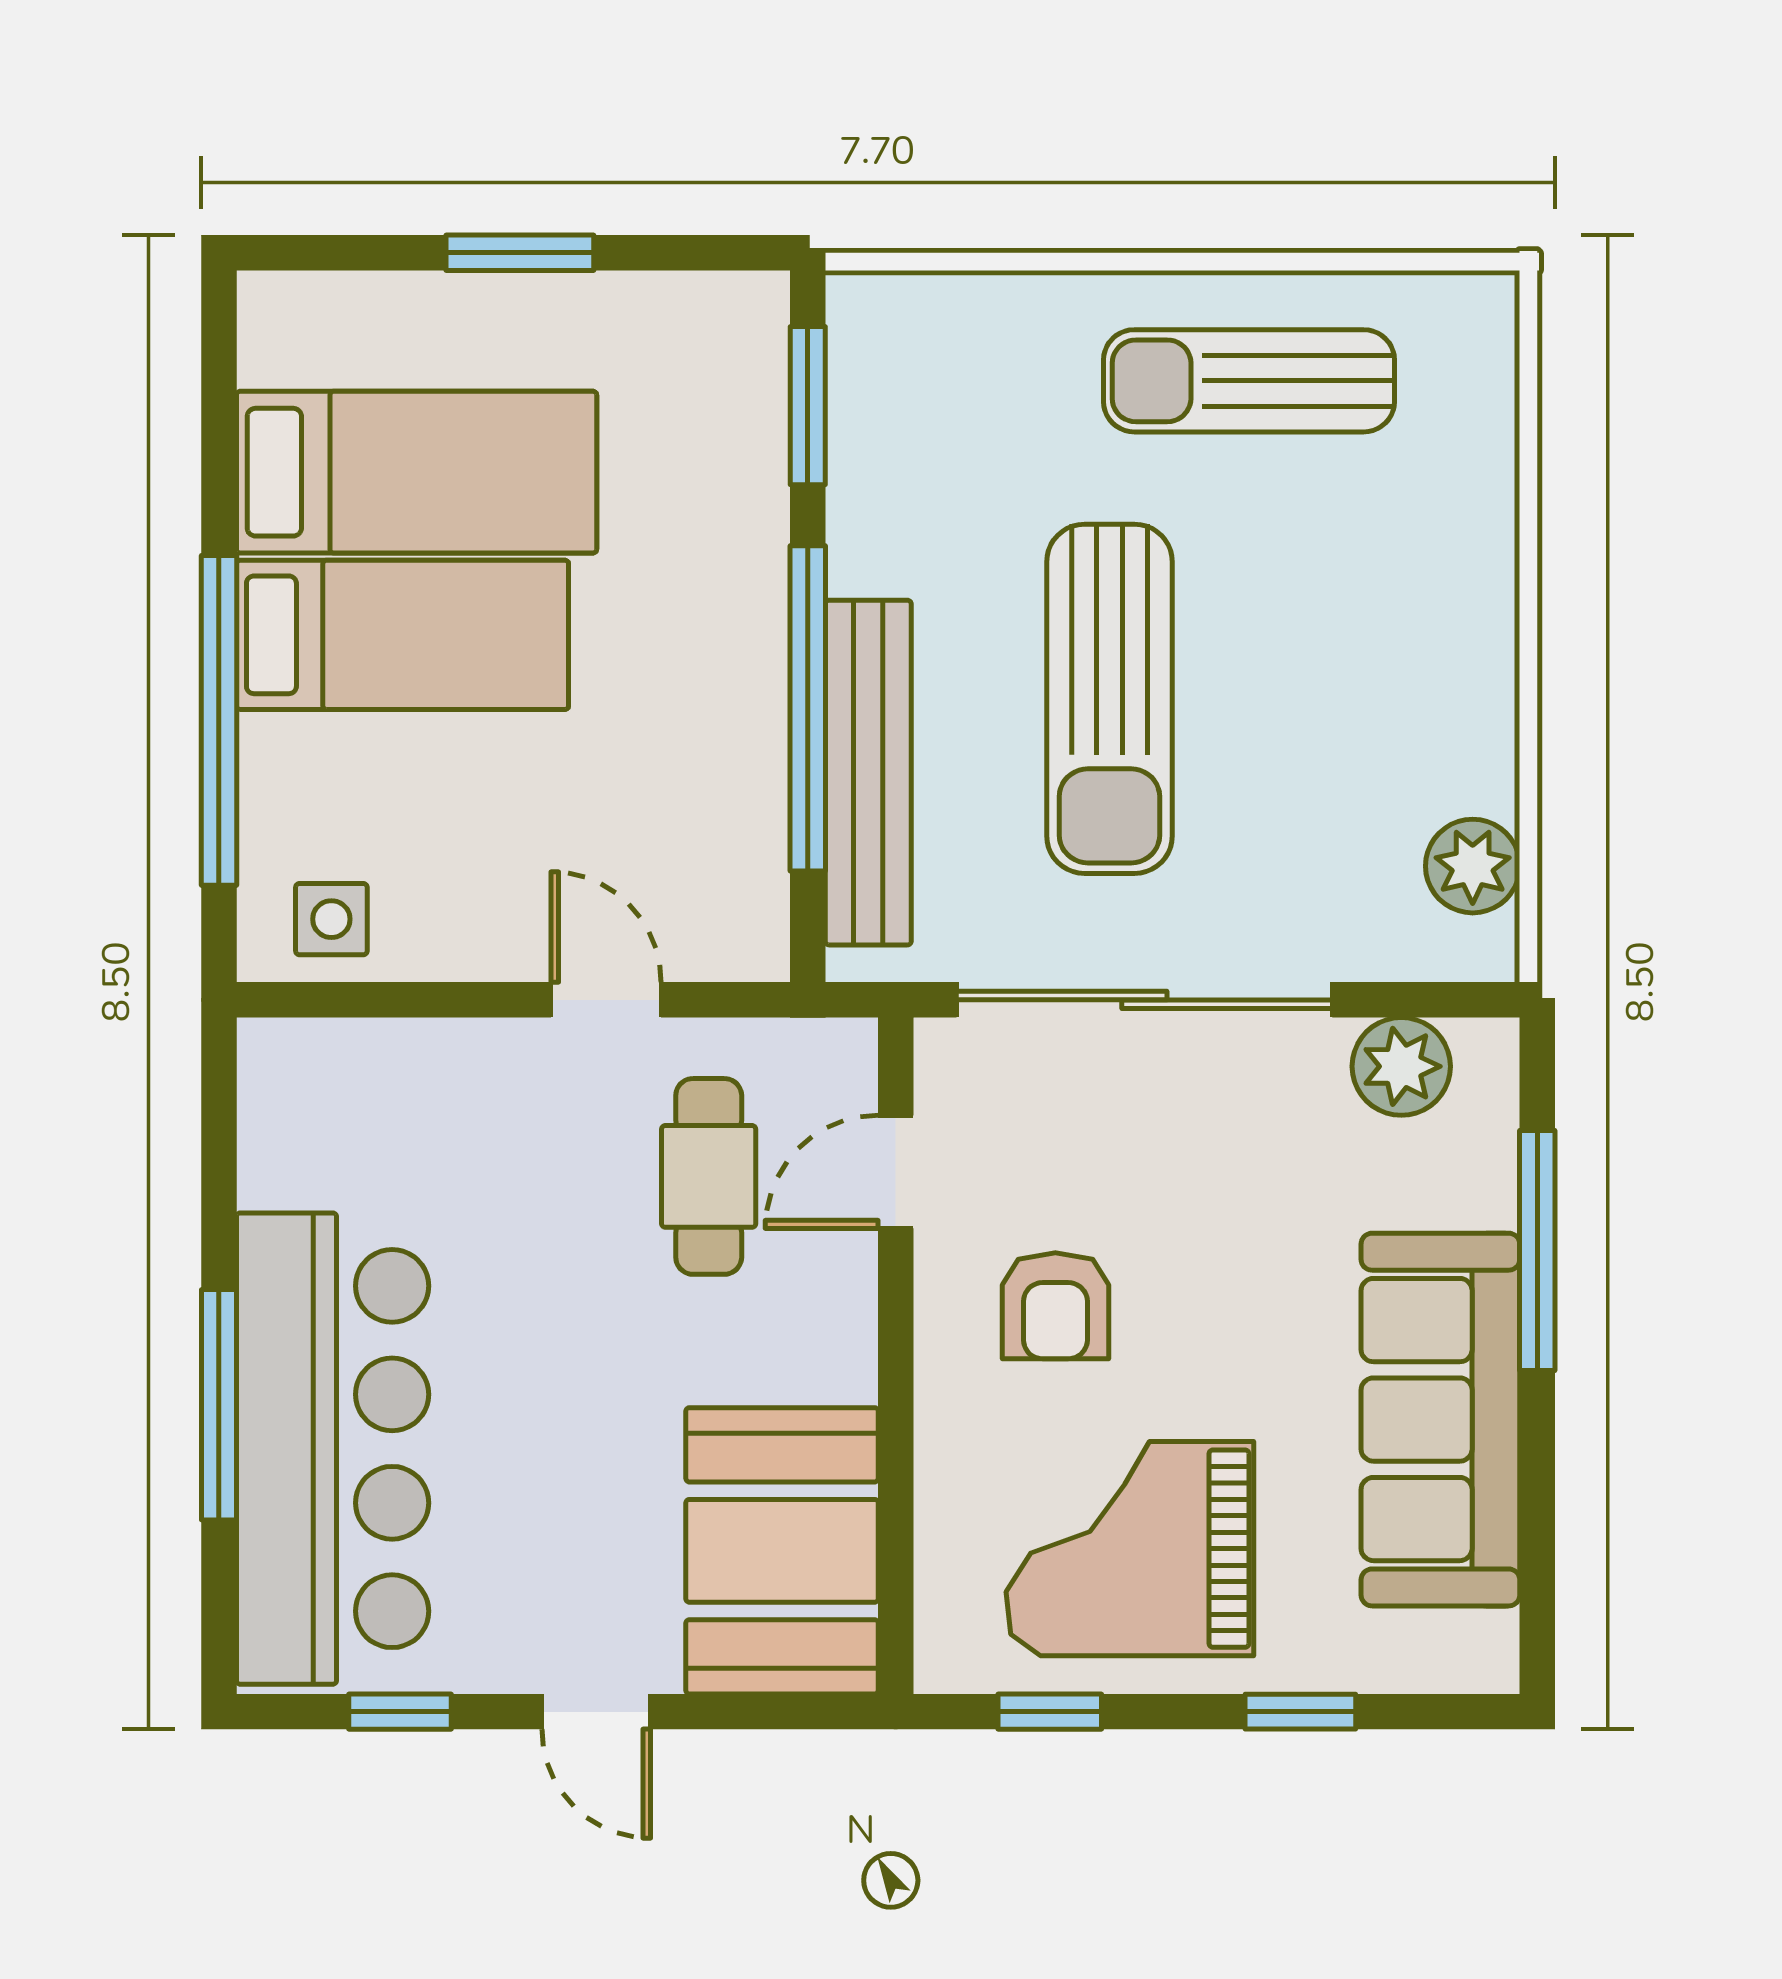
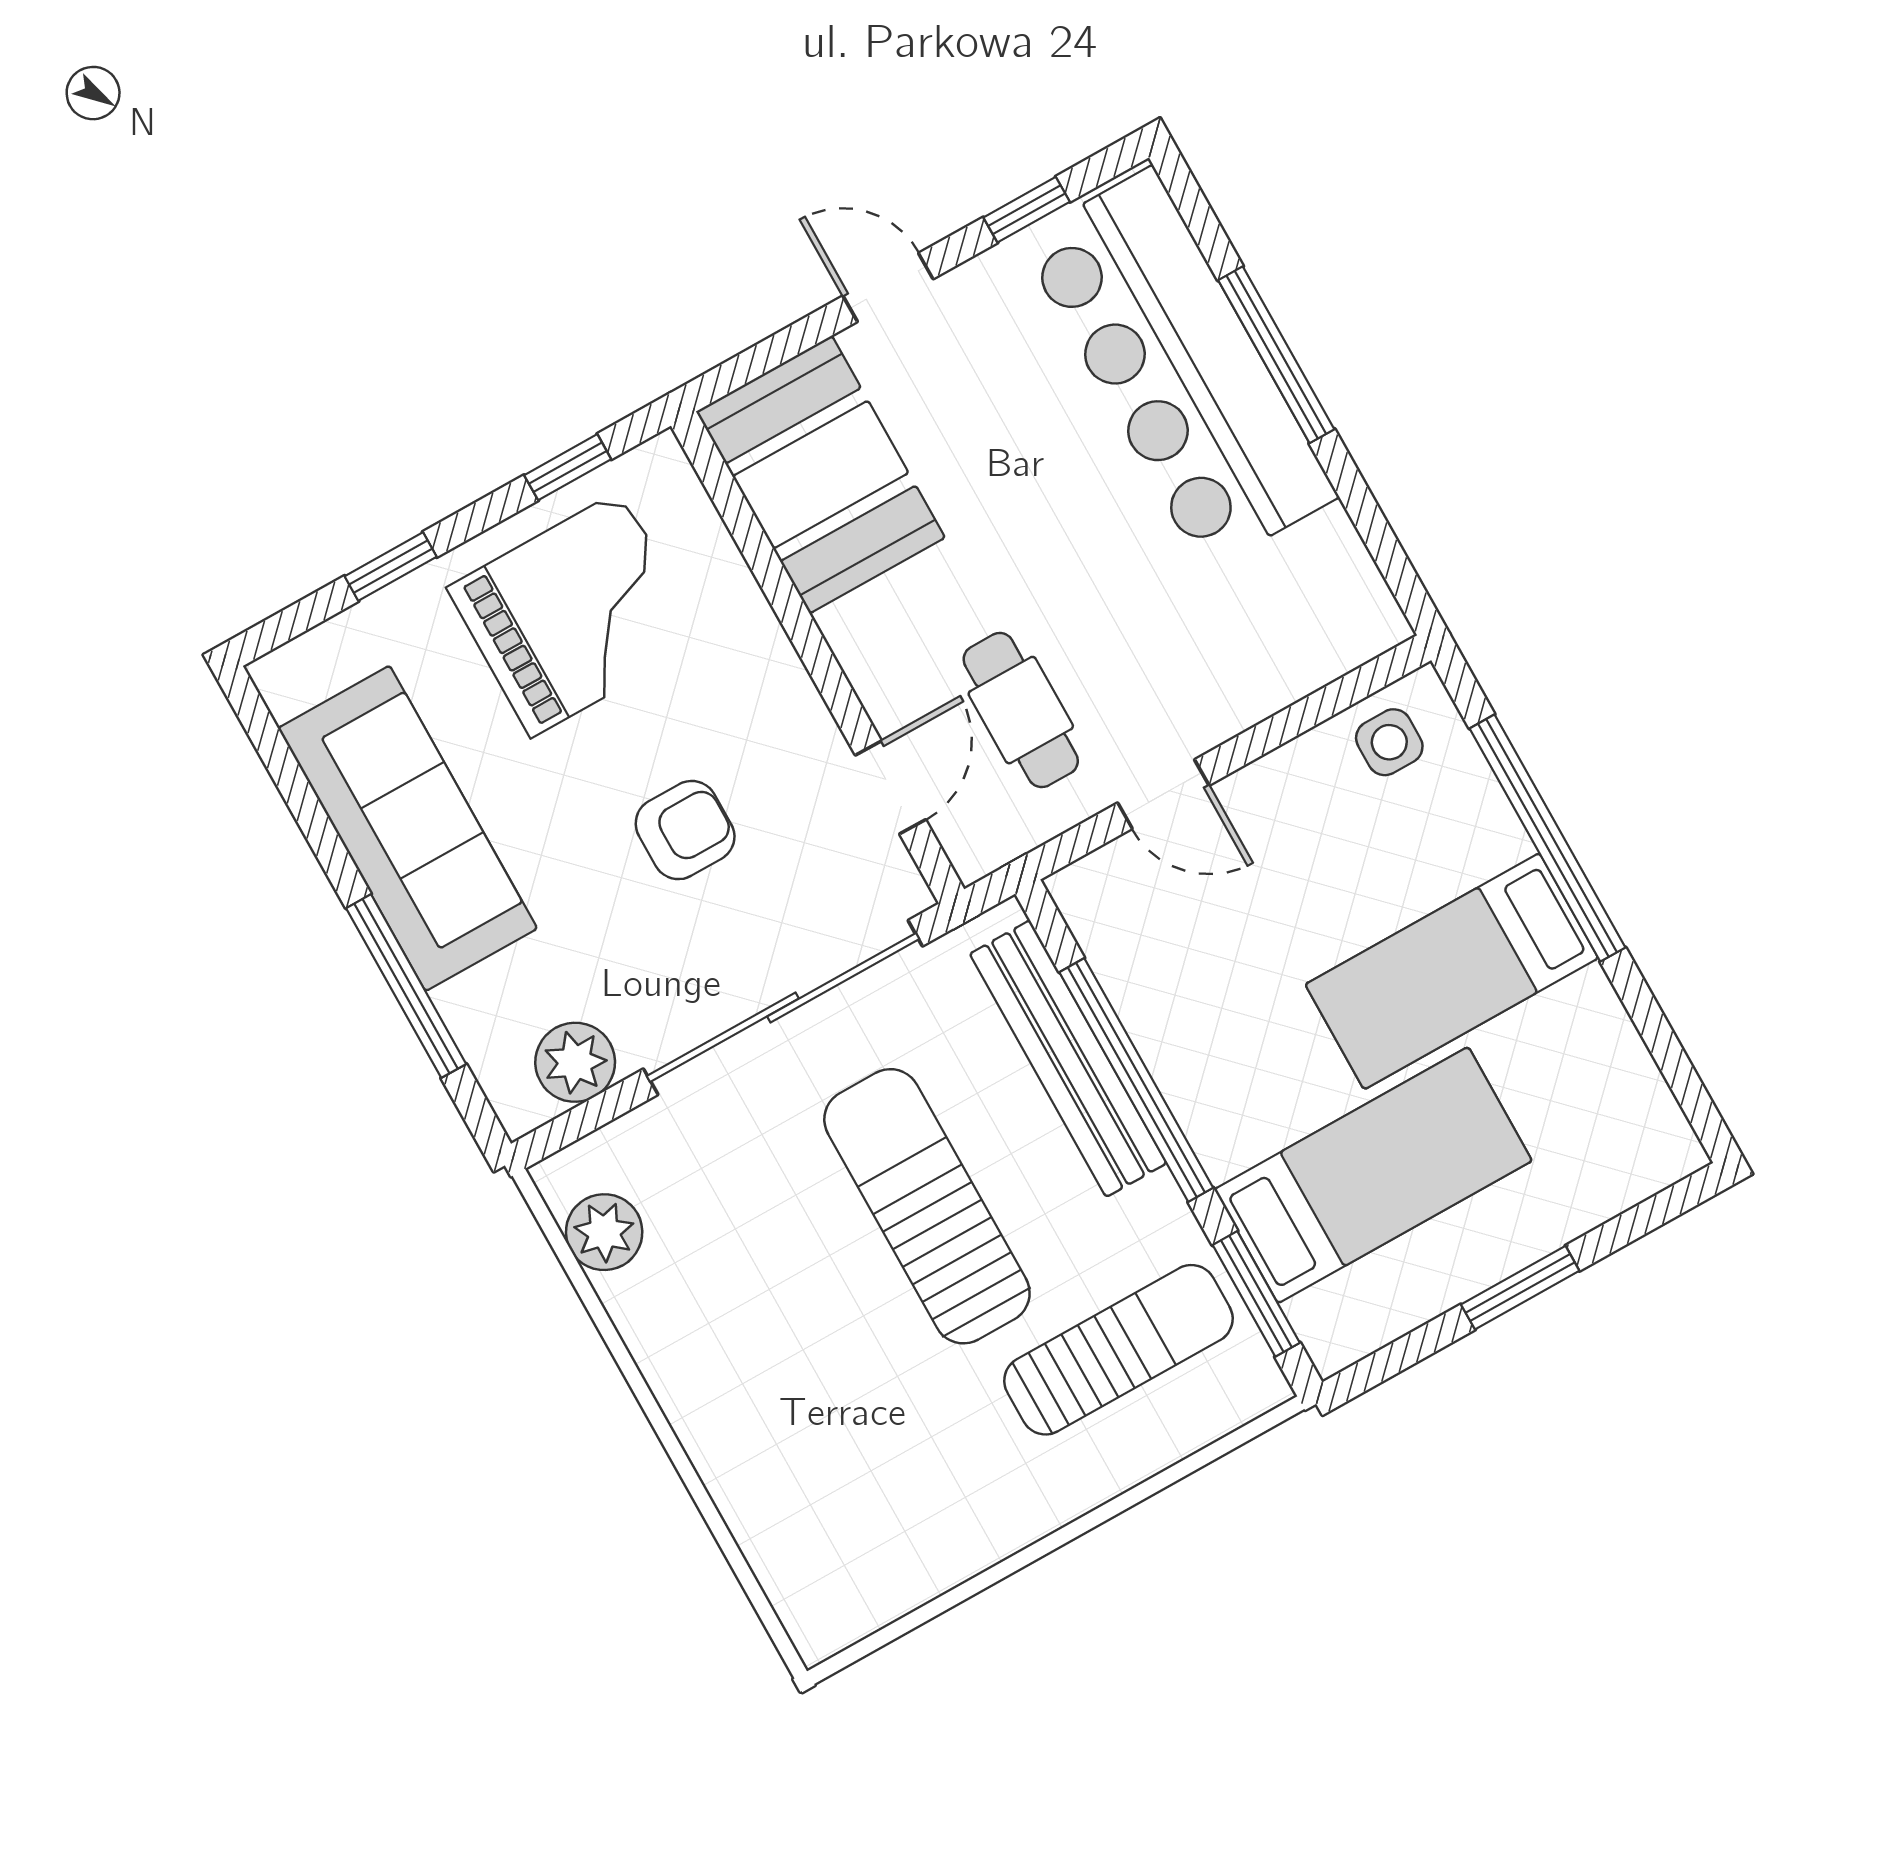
sun lounger: (1249, 381) -> (1118, 1350), moved
bed: (417, 472) -> (1373, 1175), moved, turned 180
armchair: (1055, 1306) -> (685, 830), moved, turned 90

